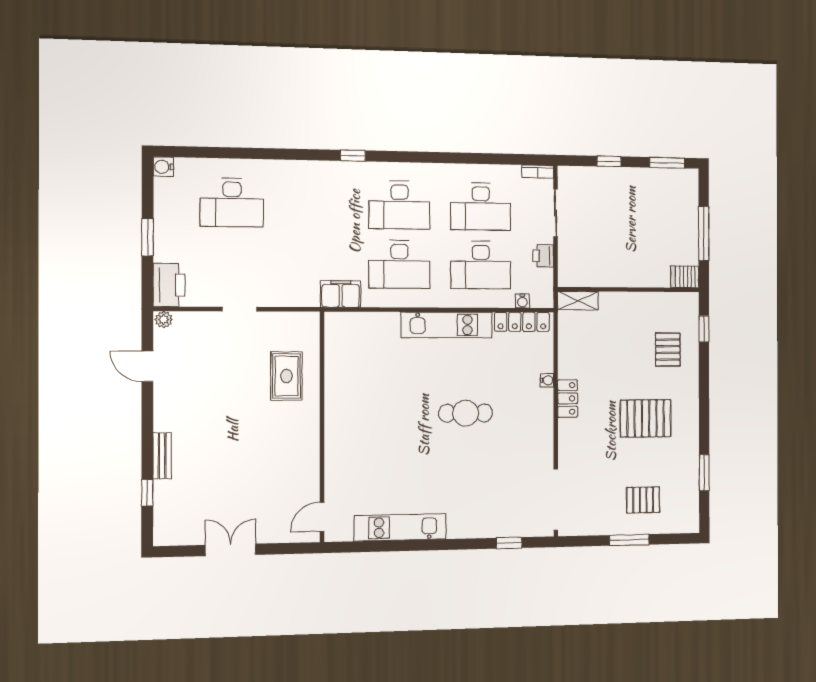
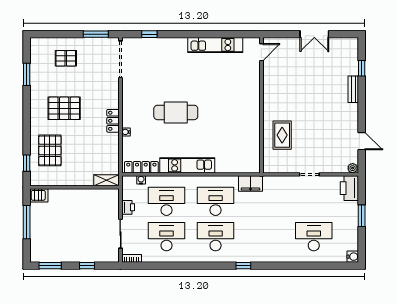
pallet: (668, 350) -> (50, 150), width x1.50, depth x1.42
cafe table: (466, 413) -> (176, 112), width x1.37, depth x1.35
window: (629, 540) -> (96, 34), moved

